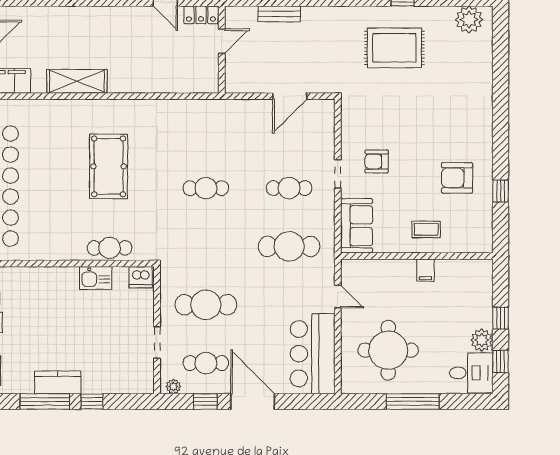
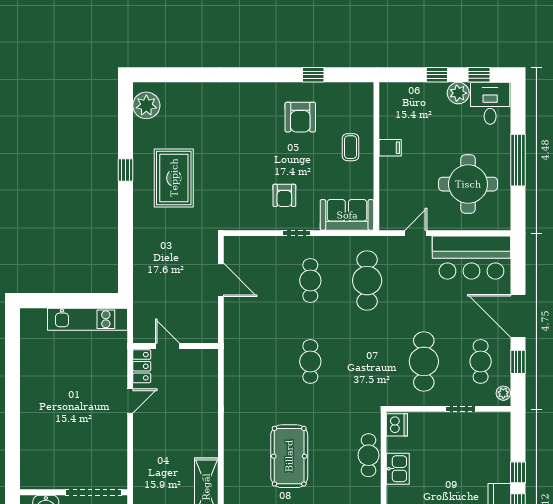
bench: (279, 14) -> (141, 290), removed
pool table: (109, 166) -> (289, 456), turned 90
door: (253, 401) -> (518, 316), hinge flipped

